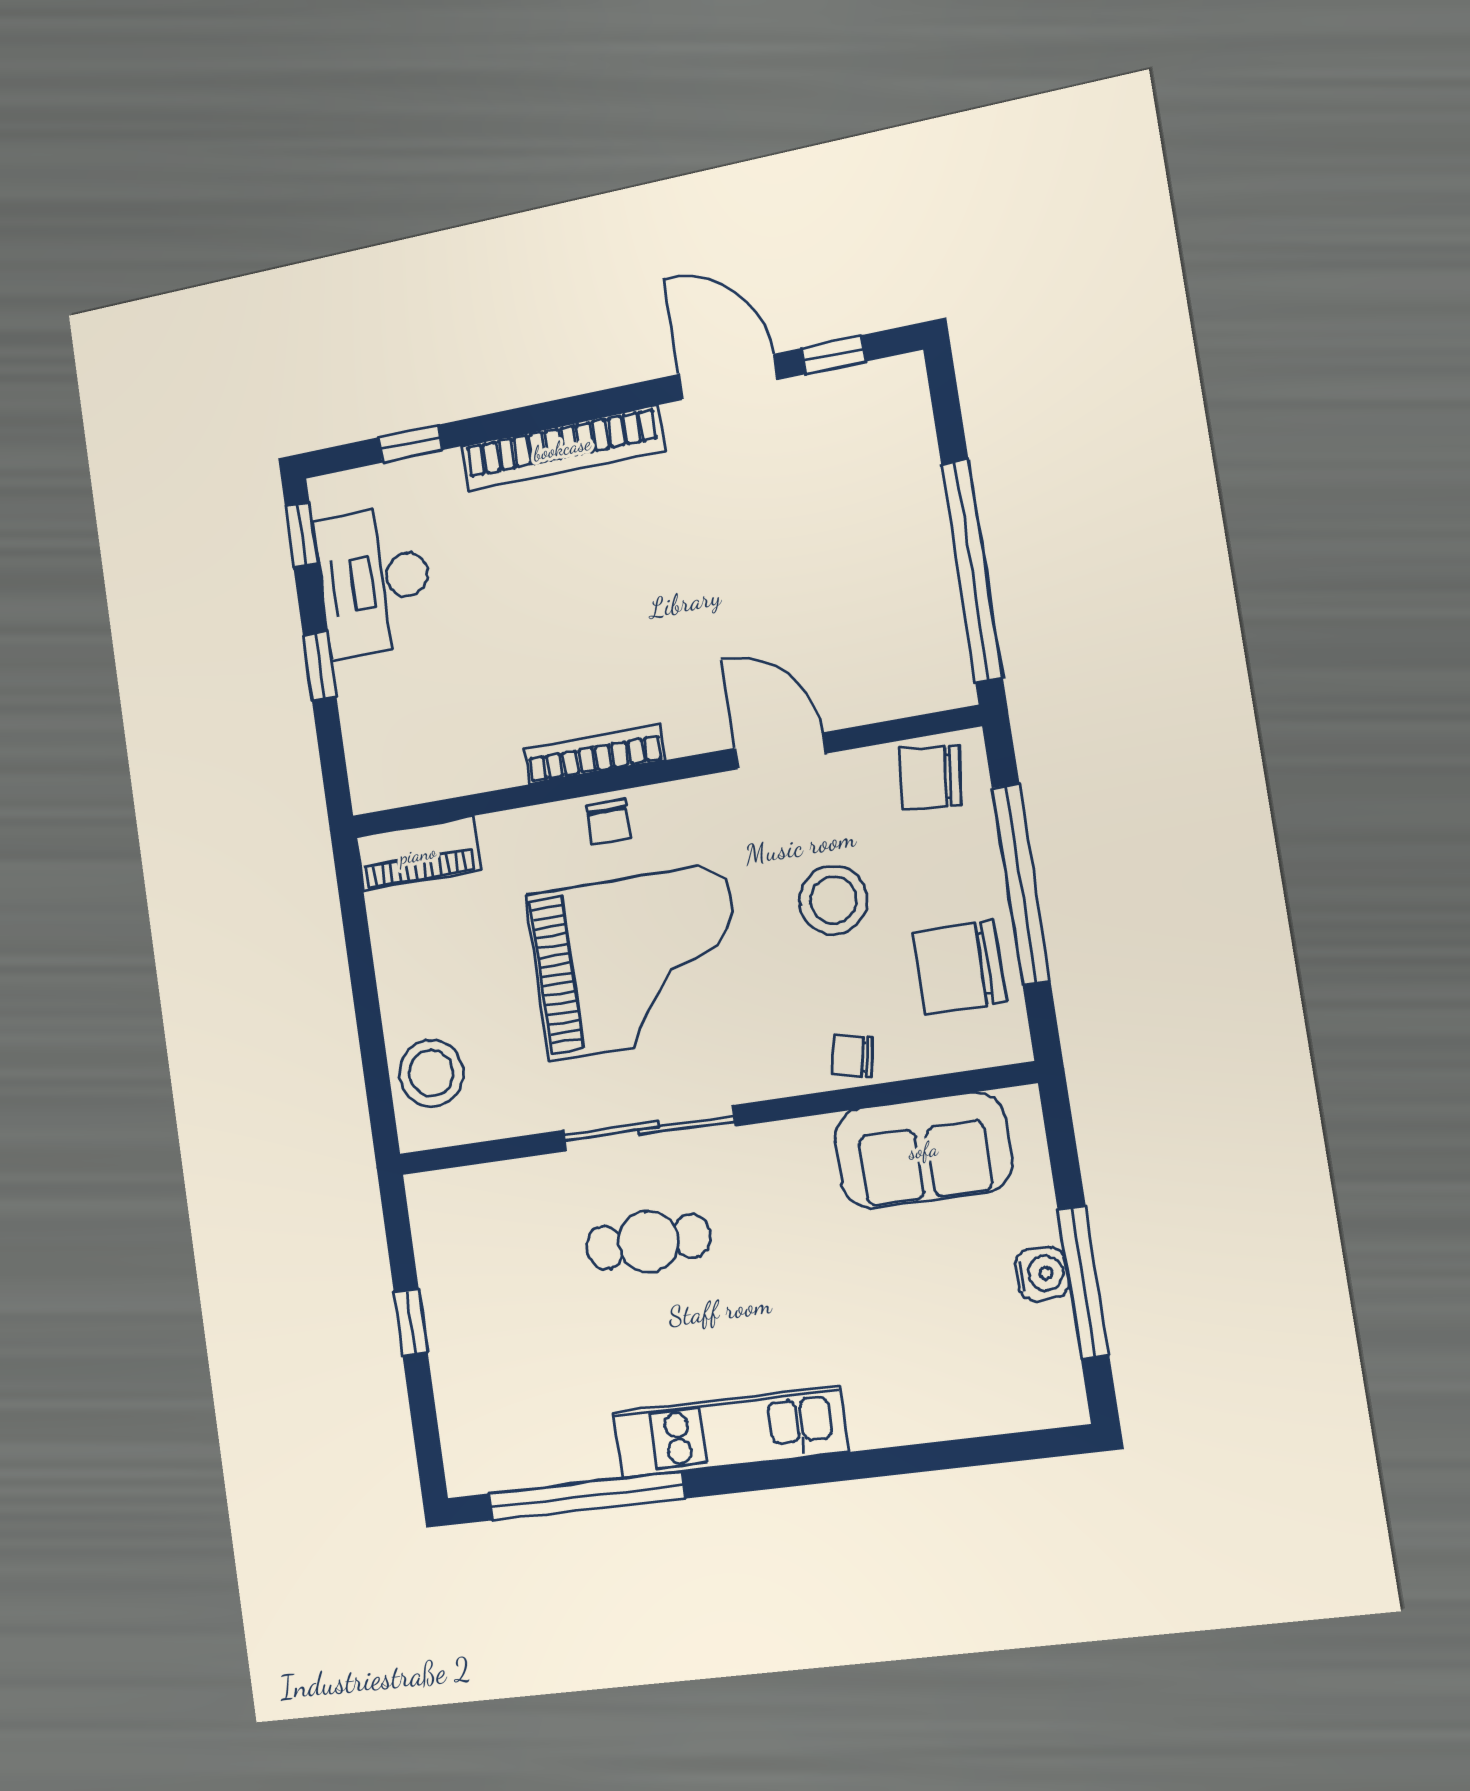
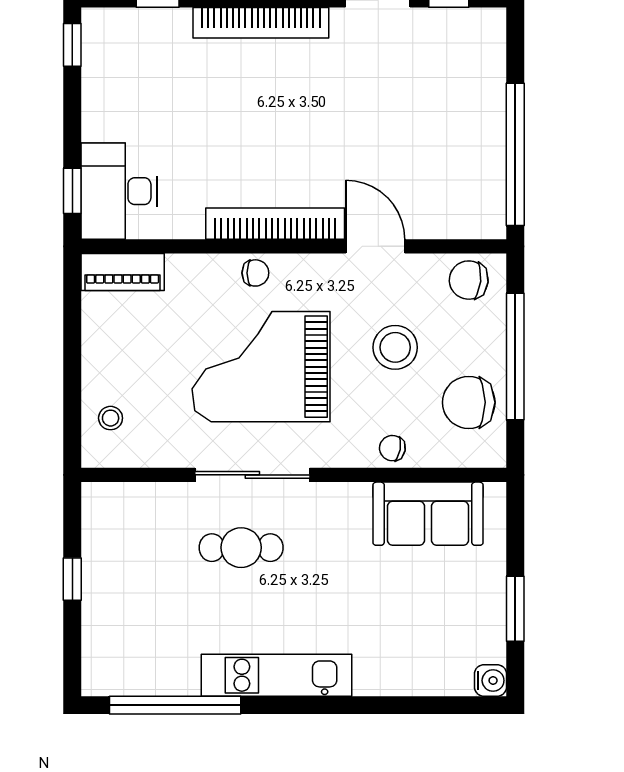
desk: (374, 581) -> (119, 191), moved
window: (320, 666) -> (72, 191), moved
bookcase: (595, 754) -> (275, 224), width x1.48, depth x1.31
chair: (609, 822) -> (255, 273), turned -90
grand piano: (637, 962) -> (261, 367), turned 180
stool: (431, 1073) -> (111, 418), width x0.53, depth x0.53
water cooler: (1042, 1274) -> (491, 680), moved
window: (1083, 1282) -> (515, 609), width x0.69

